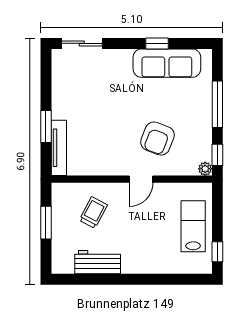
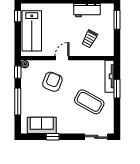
sofa: (167, 63) -> (42, 125), width x0.73
coffee table: (94, 104) -> (89, 102), added
window: (46, 223) -> (117, 20), moved
lab bench: (193, 226) -> (32, 31), width x1.36, depth x1.39

